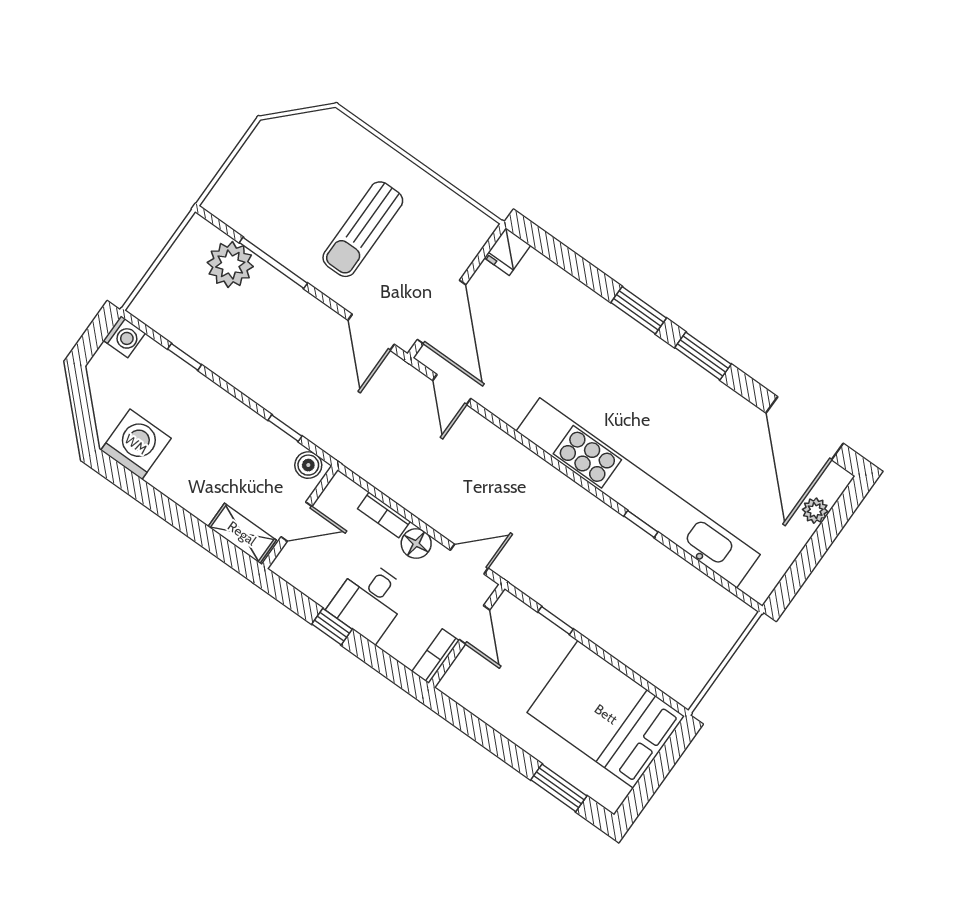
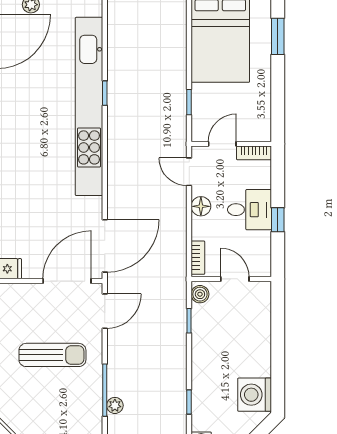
plant: (230, 265) -> (115, 405), width x0.53, depth x0.53
door: (452, 390) -> (105, 246), width x1.87
bookcase: (384, 515) -> (198, 258), moved
shelving: (242, 533) -> (262, 304), removed

